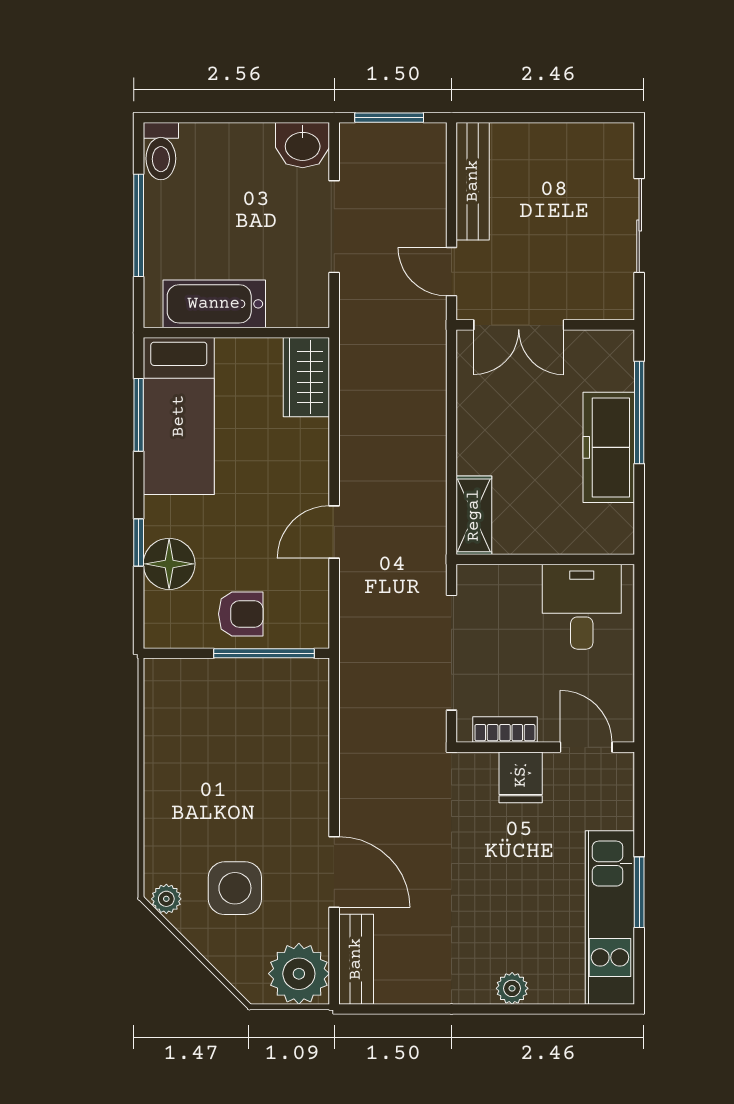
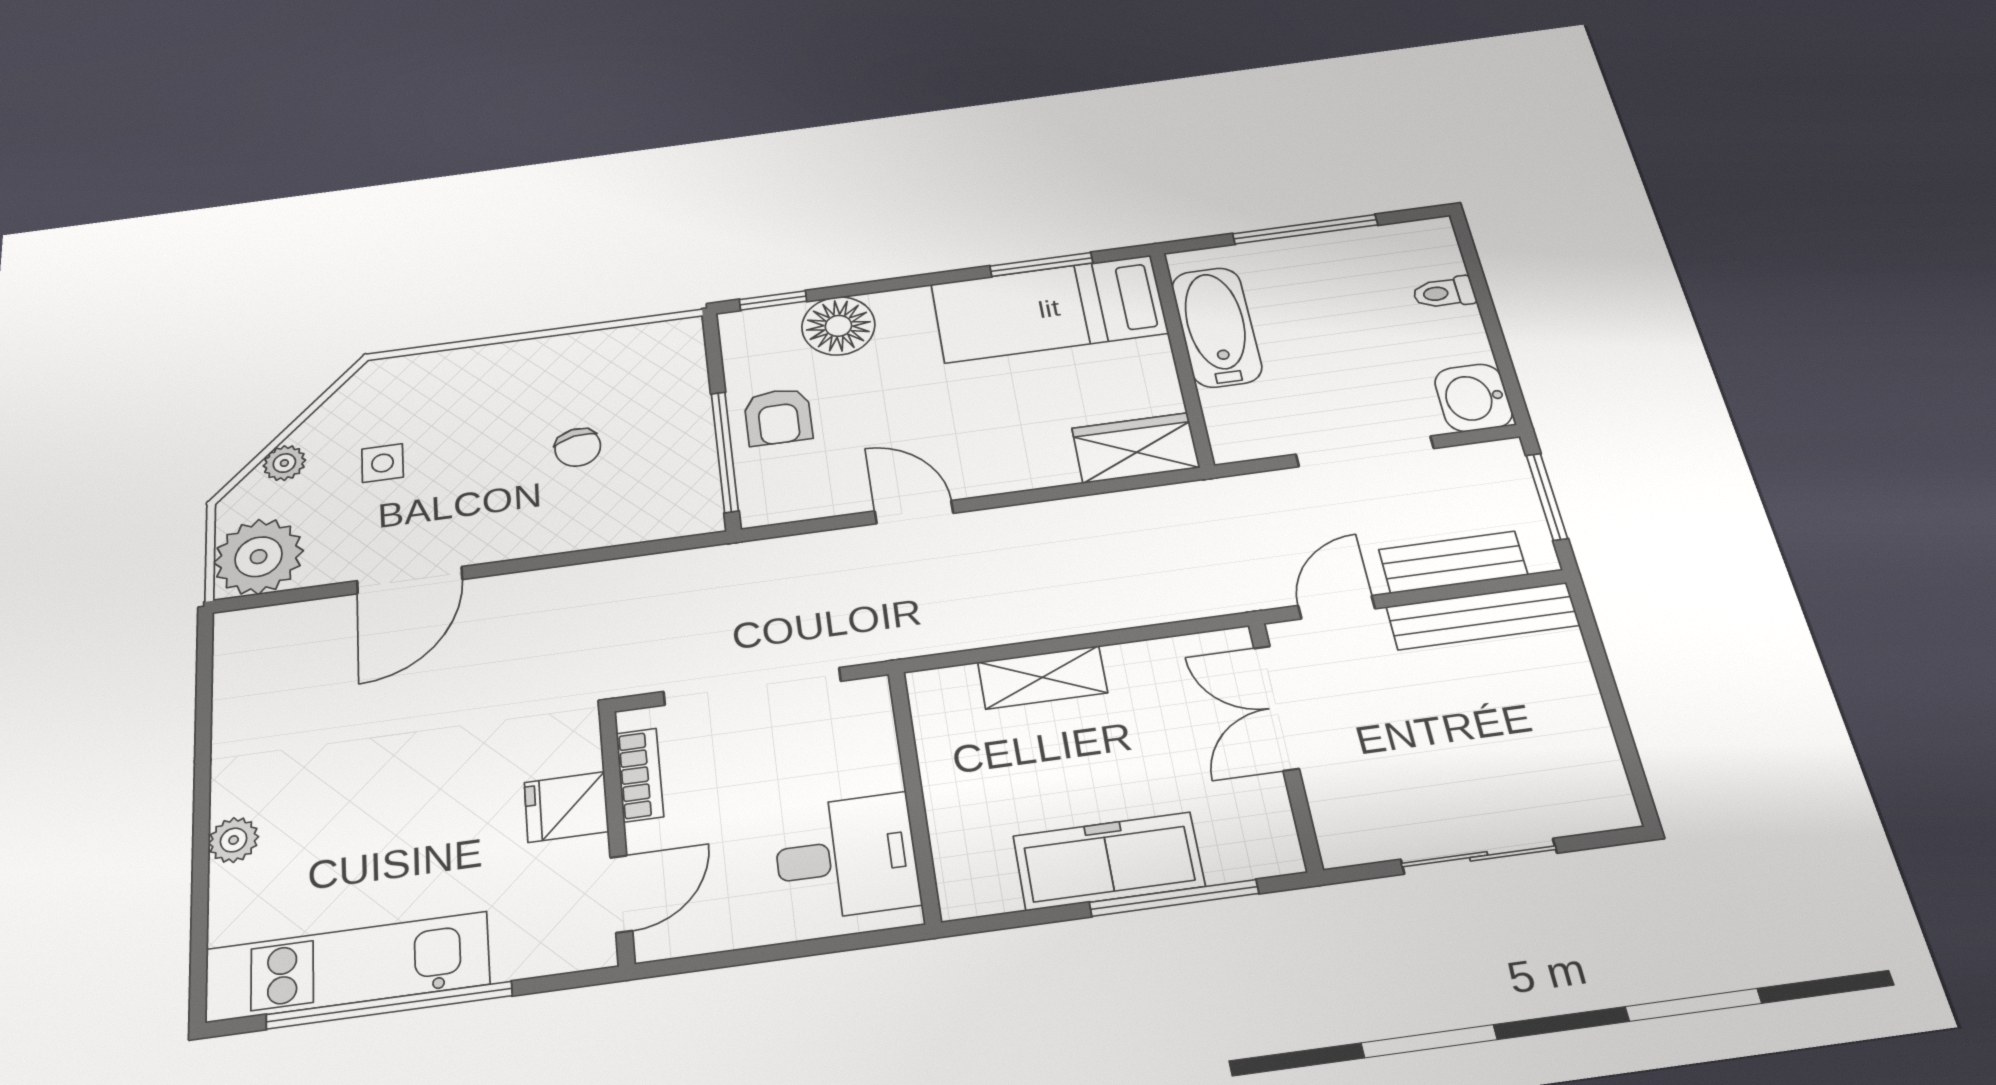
toilet: (161, 151) -> (1444, 293), moved, width x0.73, depth x0.72
shelving: (474, 515) -> (1042, 677), moved
window: (139, 543) -> (773, 300), moved
chair: (244, 753) -> (578, 447), added
side table: (235, 888) -> (383, 463), width x0.54, depth x0.54
window: (639, 892) -> (389, 1005), width x2.11
plant: (166, 899) -> (284, 463), moved
bench: (356, 959) -> (1453, 562), moved

